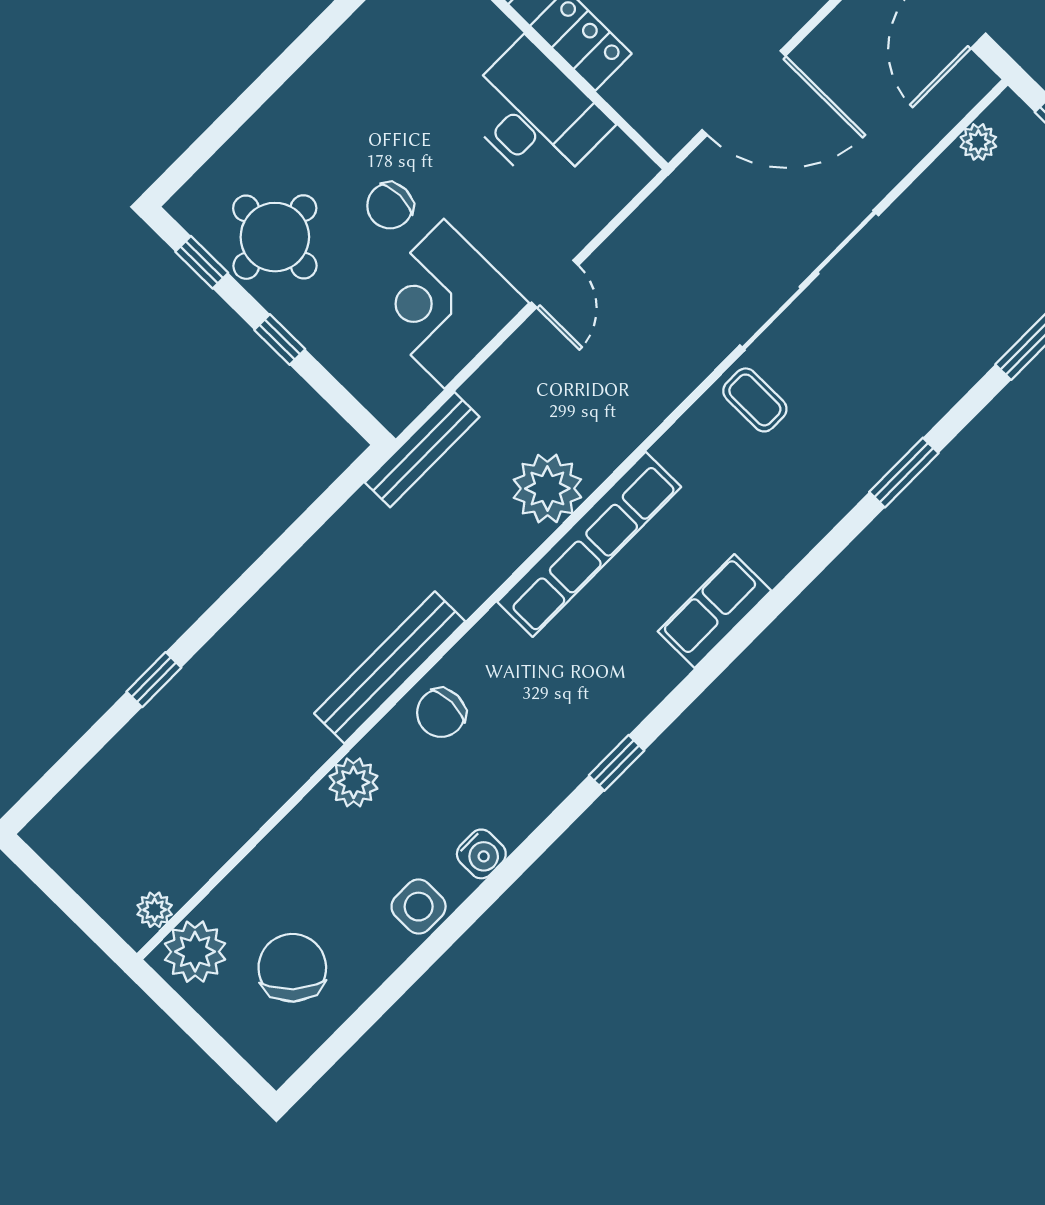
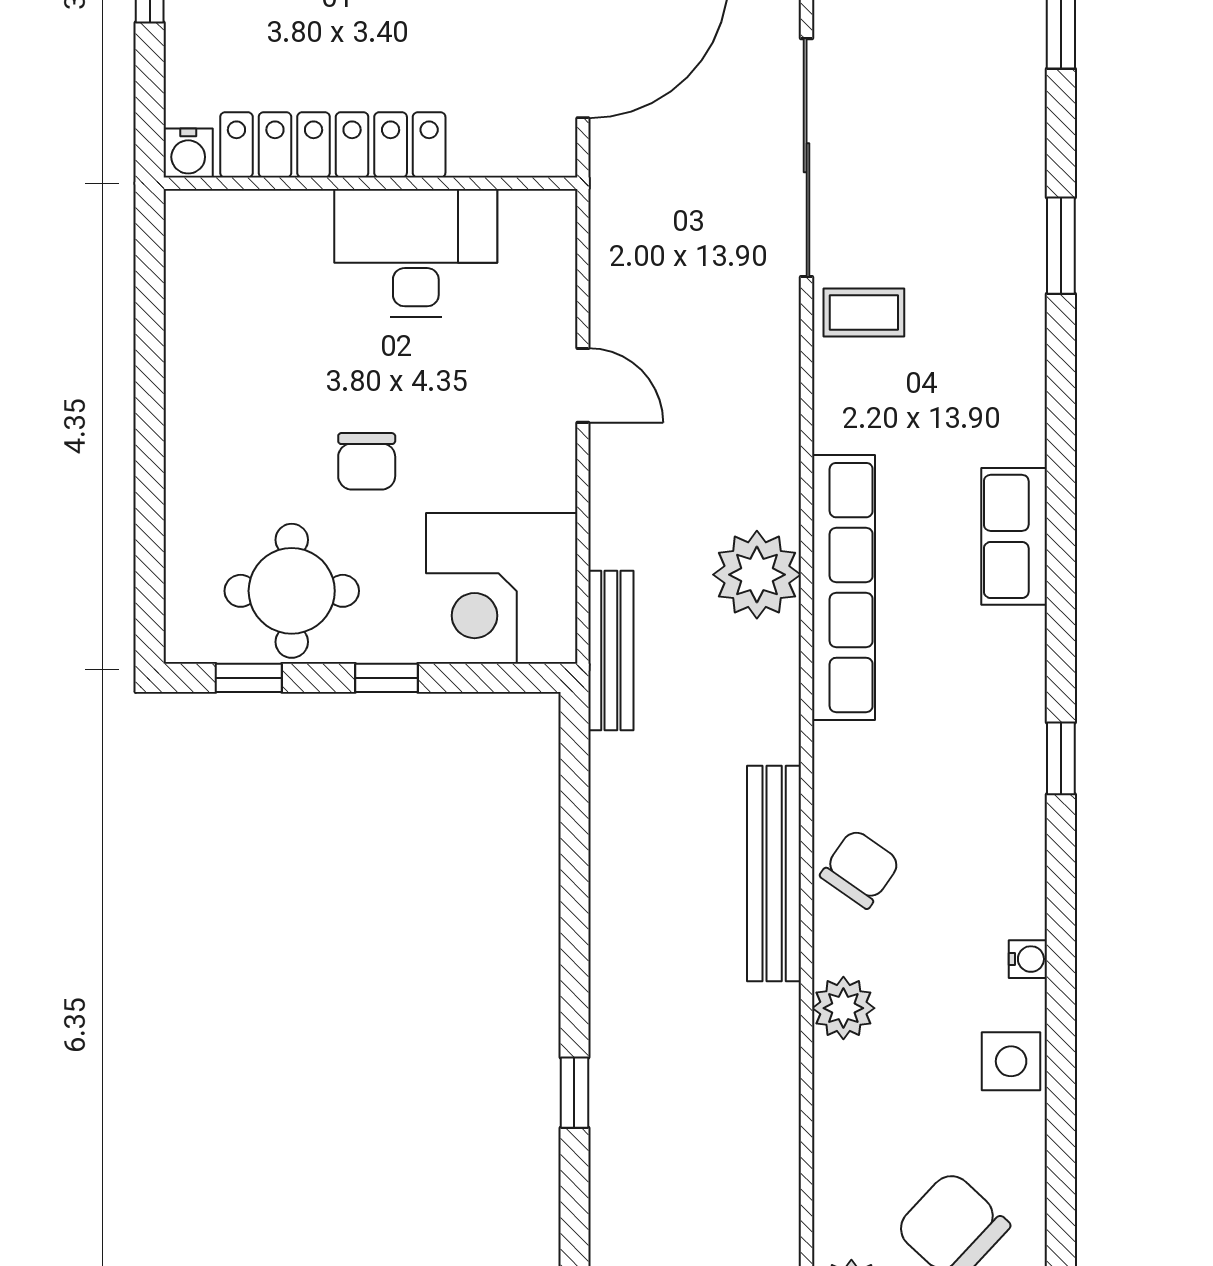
corner desk: (444, 304) -> (502, 588), moved
chair: (441, 713) -> (860, 869), turned -145
water cooler: (481, 854) -> (1028, 959), width x0.72, depth x0.72

